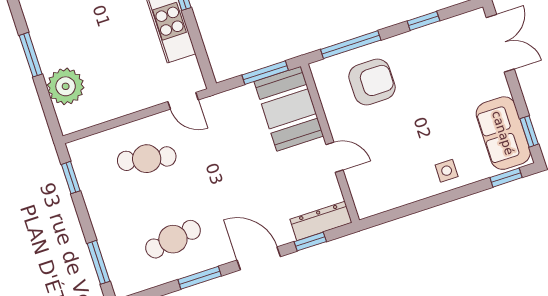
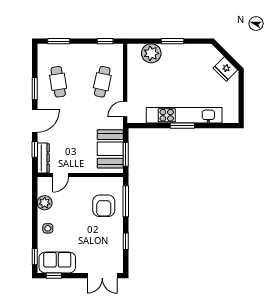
booth: (289, 109) -> (110, 149), moved, turned 90
door: (335, 157) -> (61, 175), moved
plant: (402, 192) -> (45, 203), added

